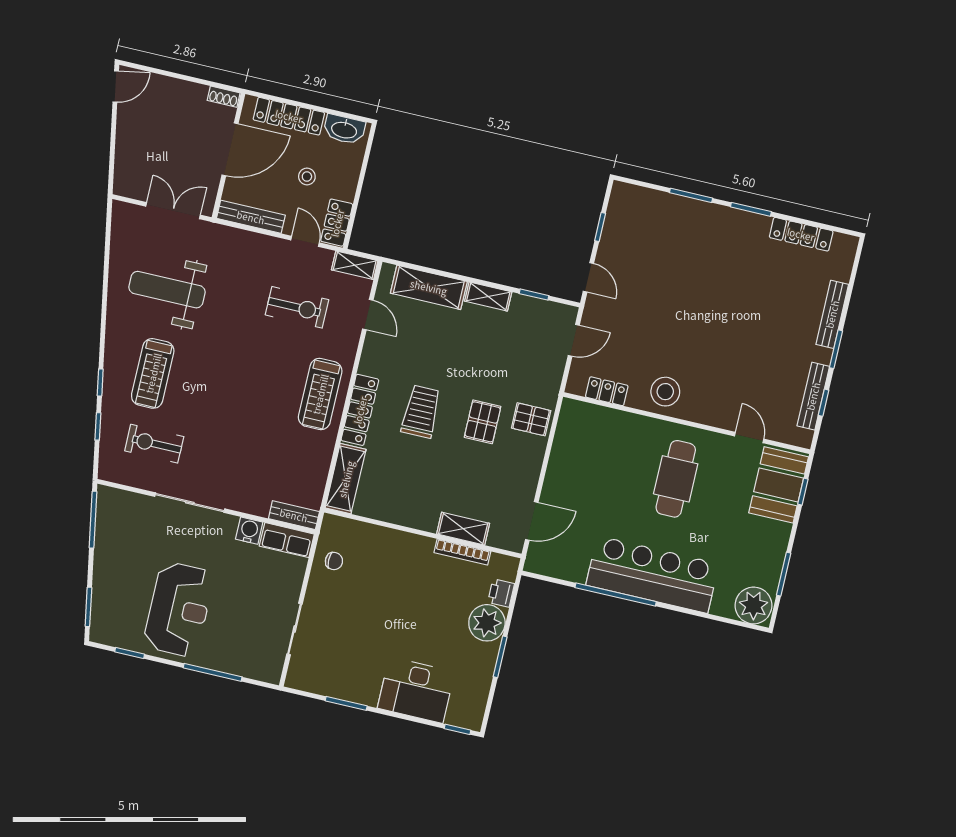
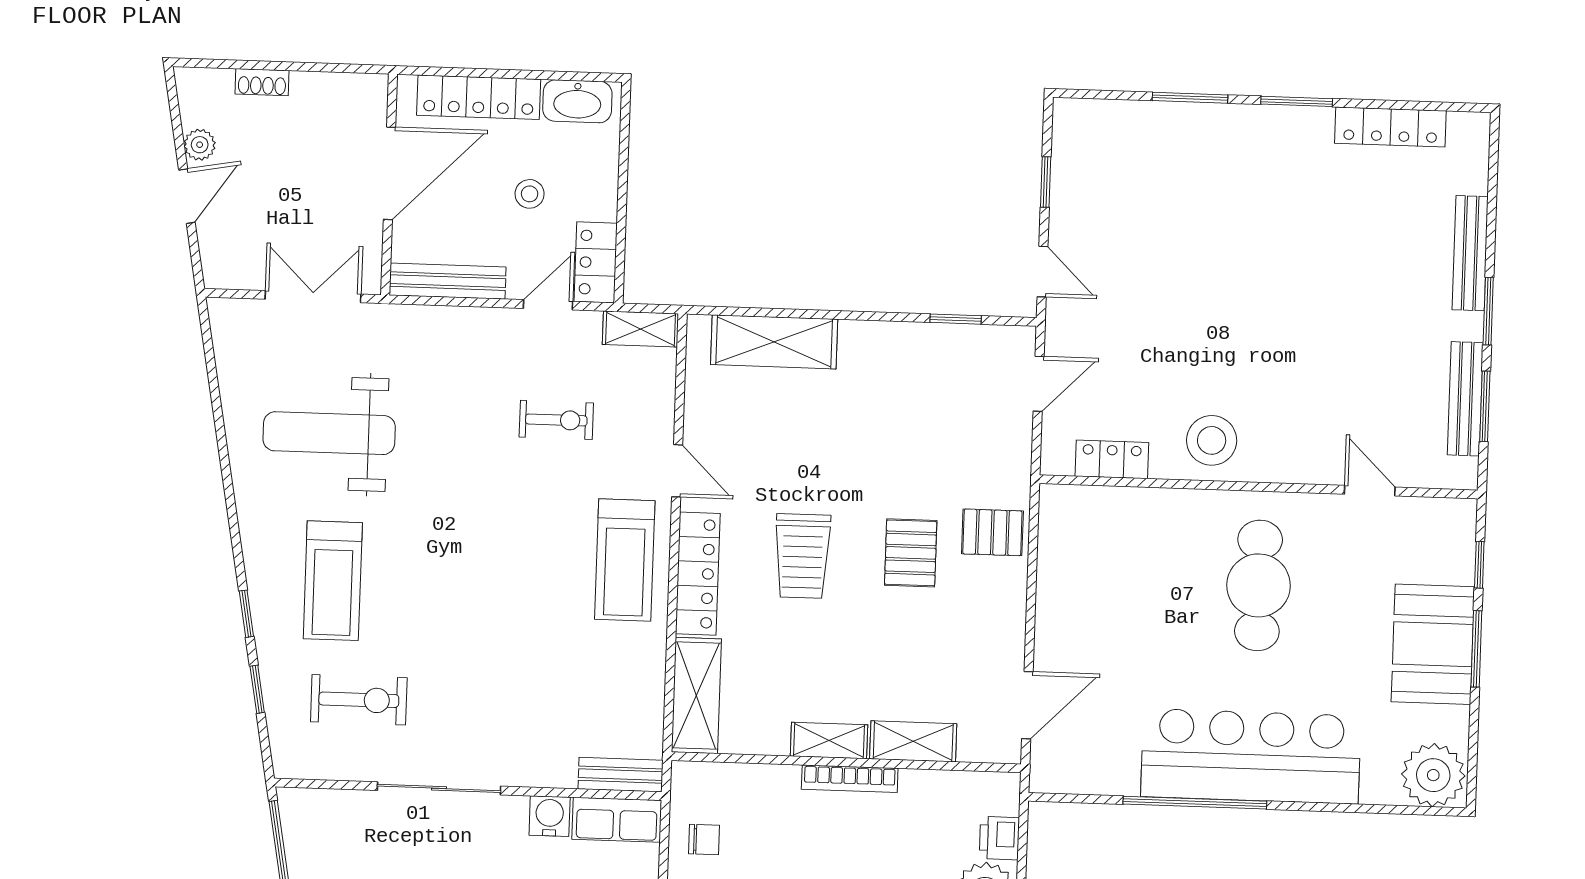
door: (116, 87) -> (187, 196), moved
shoe rack: (224, 97) -> (262, 82), moved
plant: (126, 112) -> (200, 145), added
door: (305, 241) -> (548, 305), hinge flipped
shelving: (488, 296) -> (829, 741), moved
exercise bike: (297, 307) -> (556, 420), width x0.73, depth x0.72
door: (368, 315) -> (677, 471), moved
window: (824, 403) -> (1485, 406), width x1.50
trolley: (421, 412) -> (802, 556), turned 180
exercise bike: (154, 444) -> (359, 700), turned 180
booth: (779, 485) -> (1433, 644), moved
bookcase: (462, 552) -> (850, 779), moved
window: (784, 574) -> (1476, 649), moved

